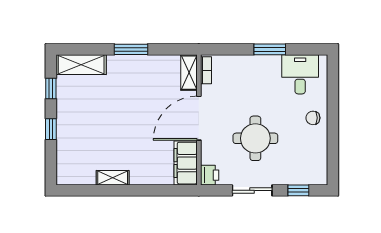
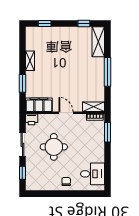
window: (131, 49) -> (107, 72), width x1.44
window: (270, 49) -> (107, 132), moved
door: (199, 118) -> (66, 113), width x0.53
window: (51, 129) -> (45, 23), moved
window: (150, 190) -> (22, 83), added

